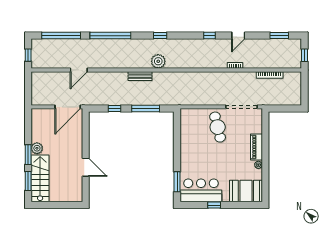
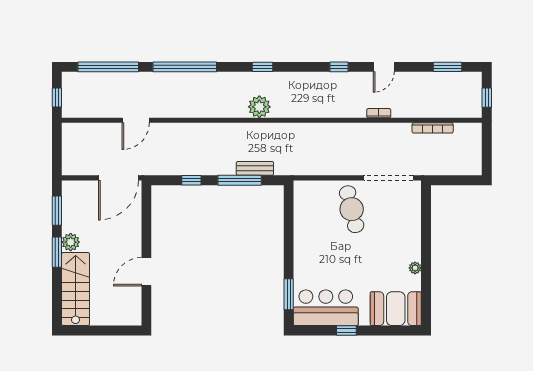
bench: (140, 76) -> (255, 168), moved
piano: (256, 147) -> (412, 240), removed
door: (86, 167) -> (146, 272), swing flipped
window: (28, 181) -> (57, 211), moved

